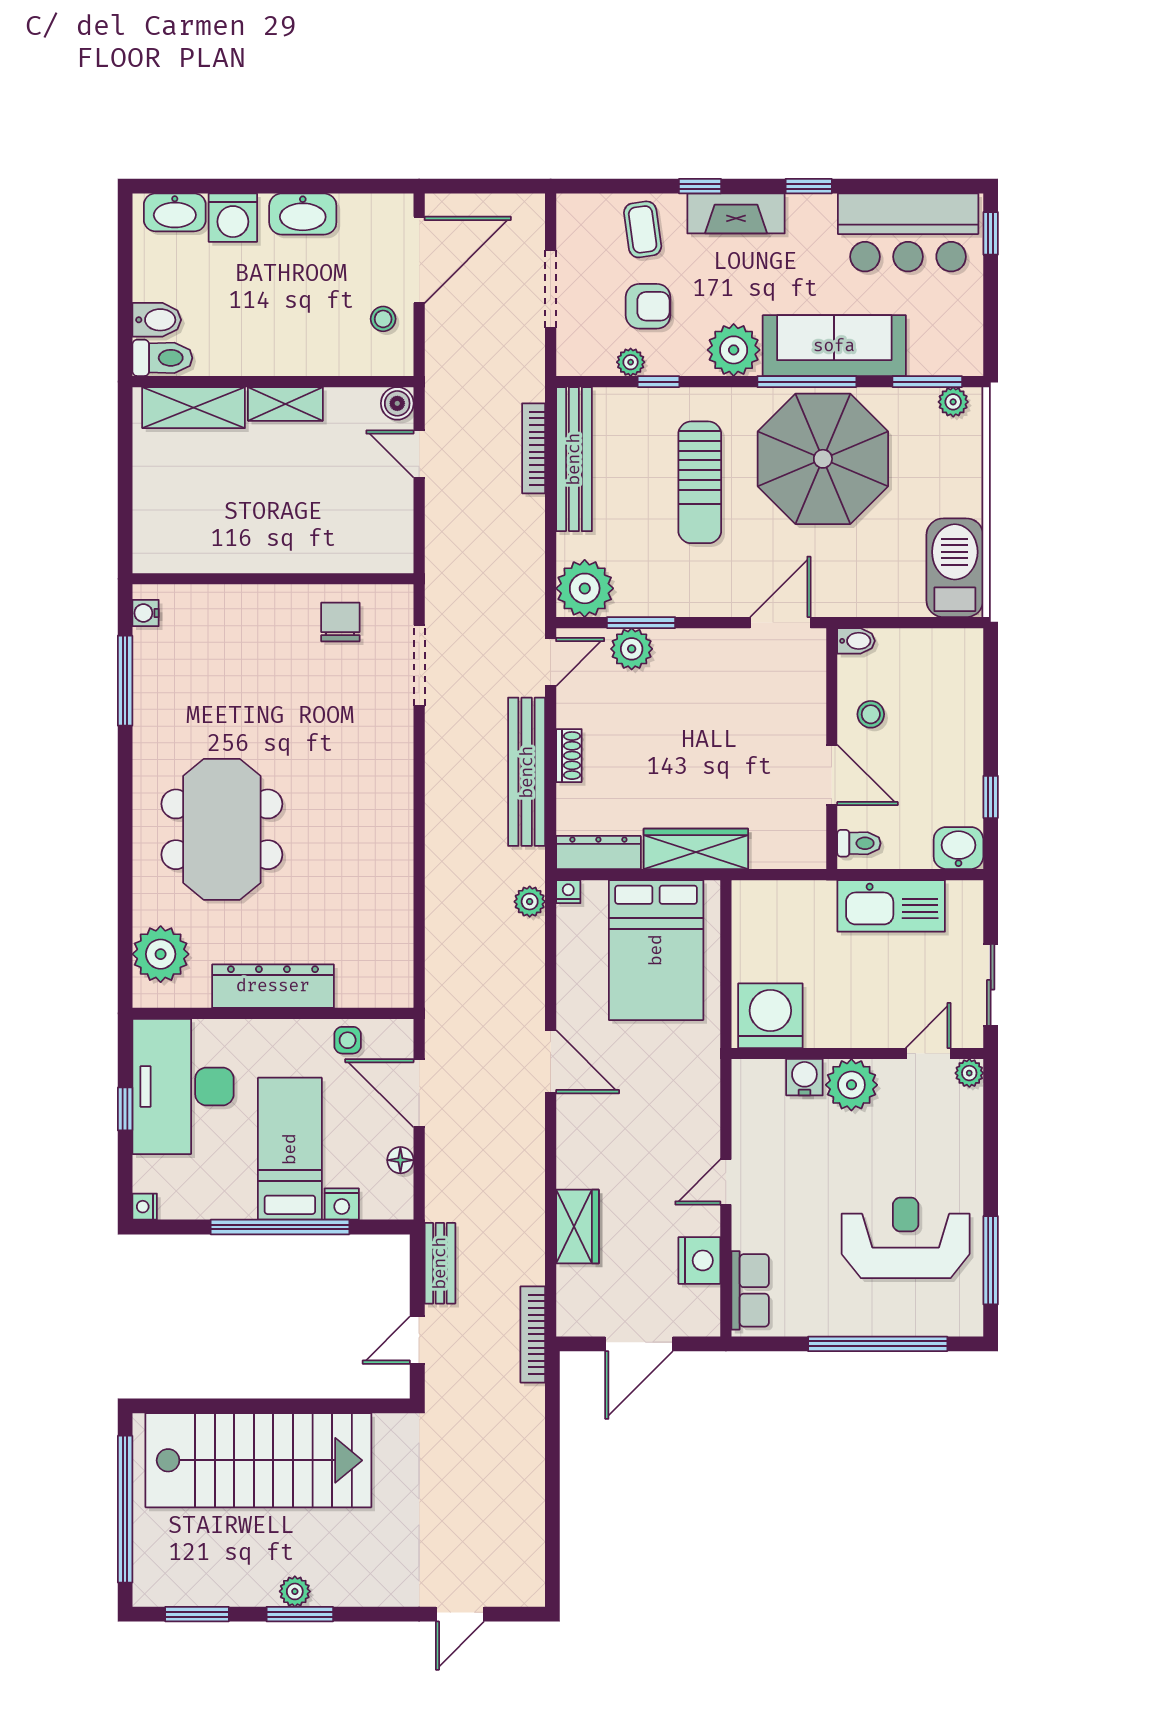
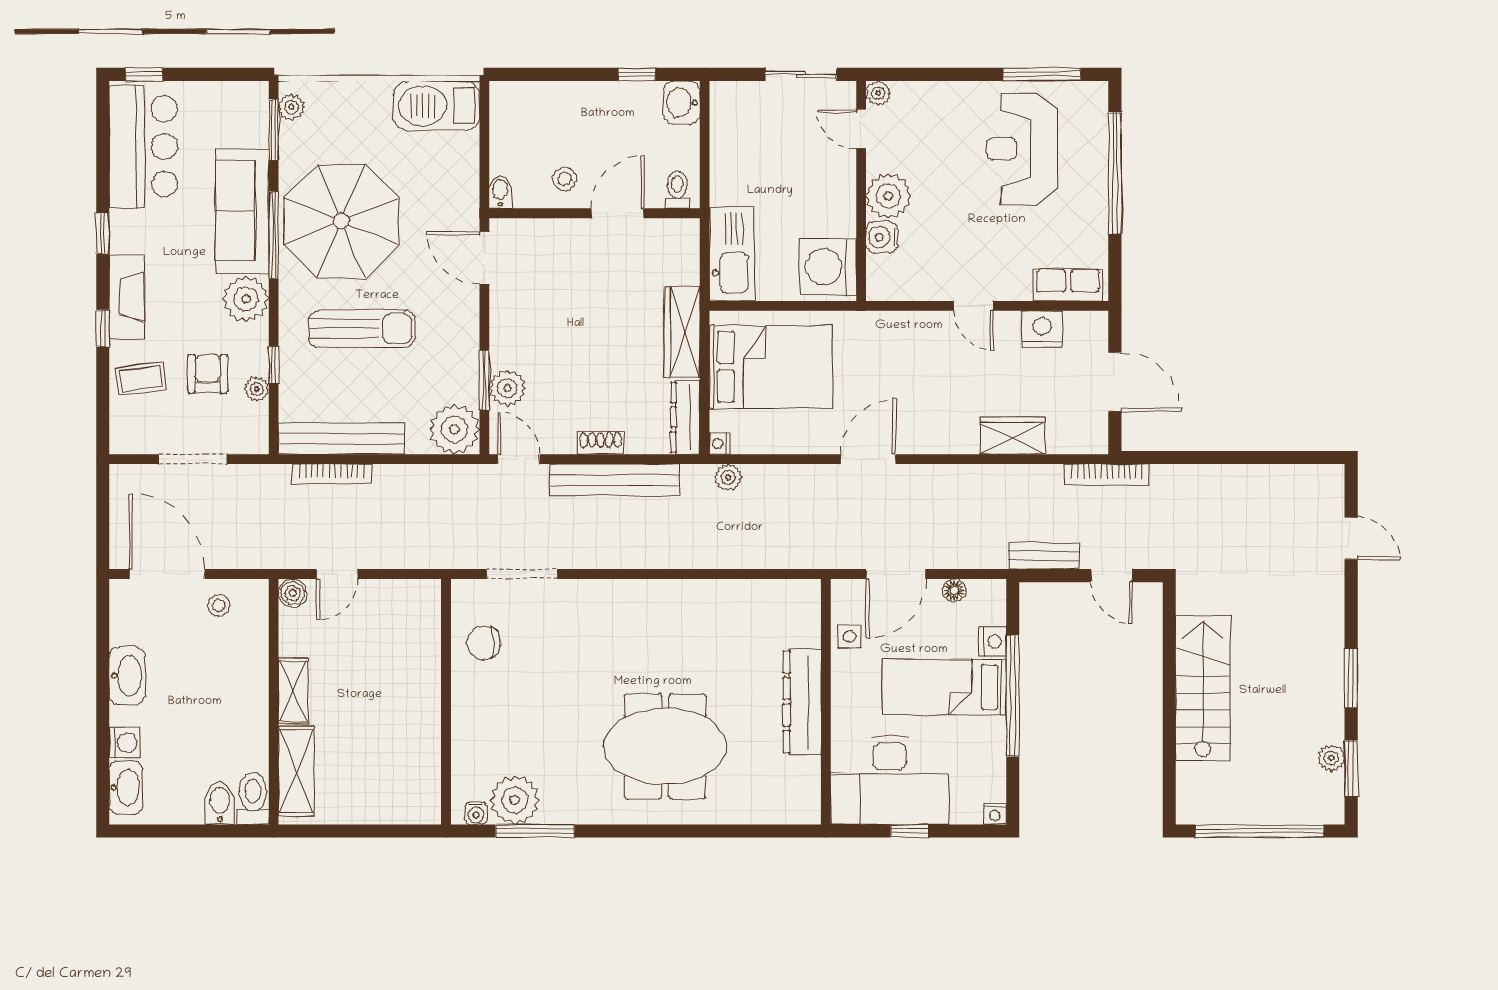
washing machine: (233, 218) -> (125, 743), width x0.73, depth x0.73
kitchen sink: (891, 906) -> (732, 254), moved
plant: (161, 954) -> (515, 800), moved
stairs: (258, 1460) -> (1203, 688), width x0.73, depth x0.66
plant: (295, 1591) -> (1331, 758), moved

